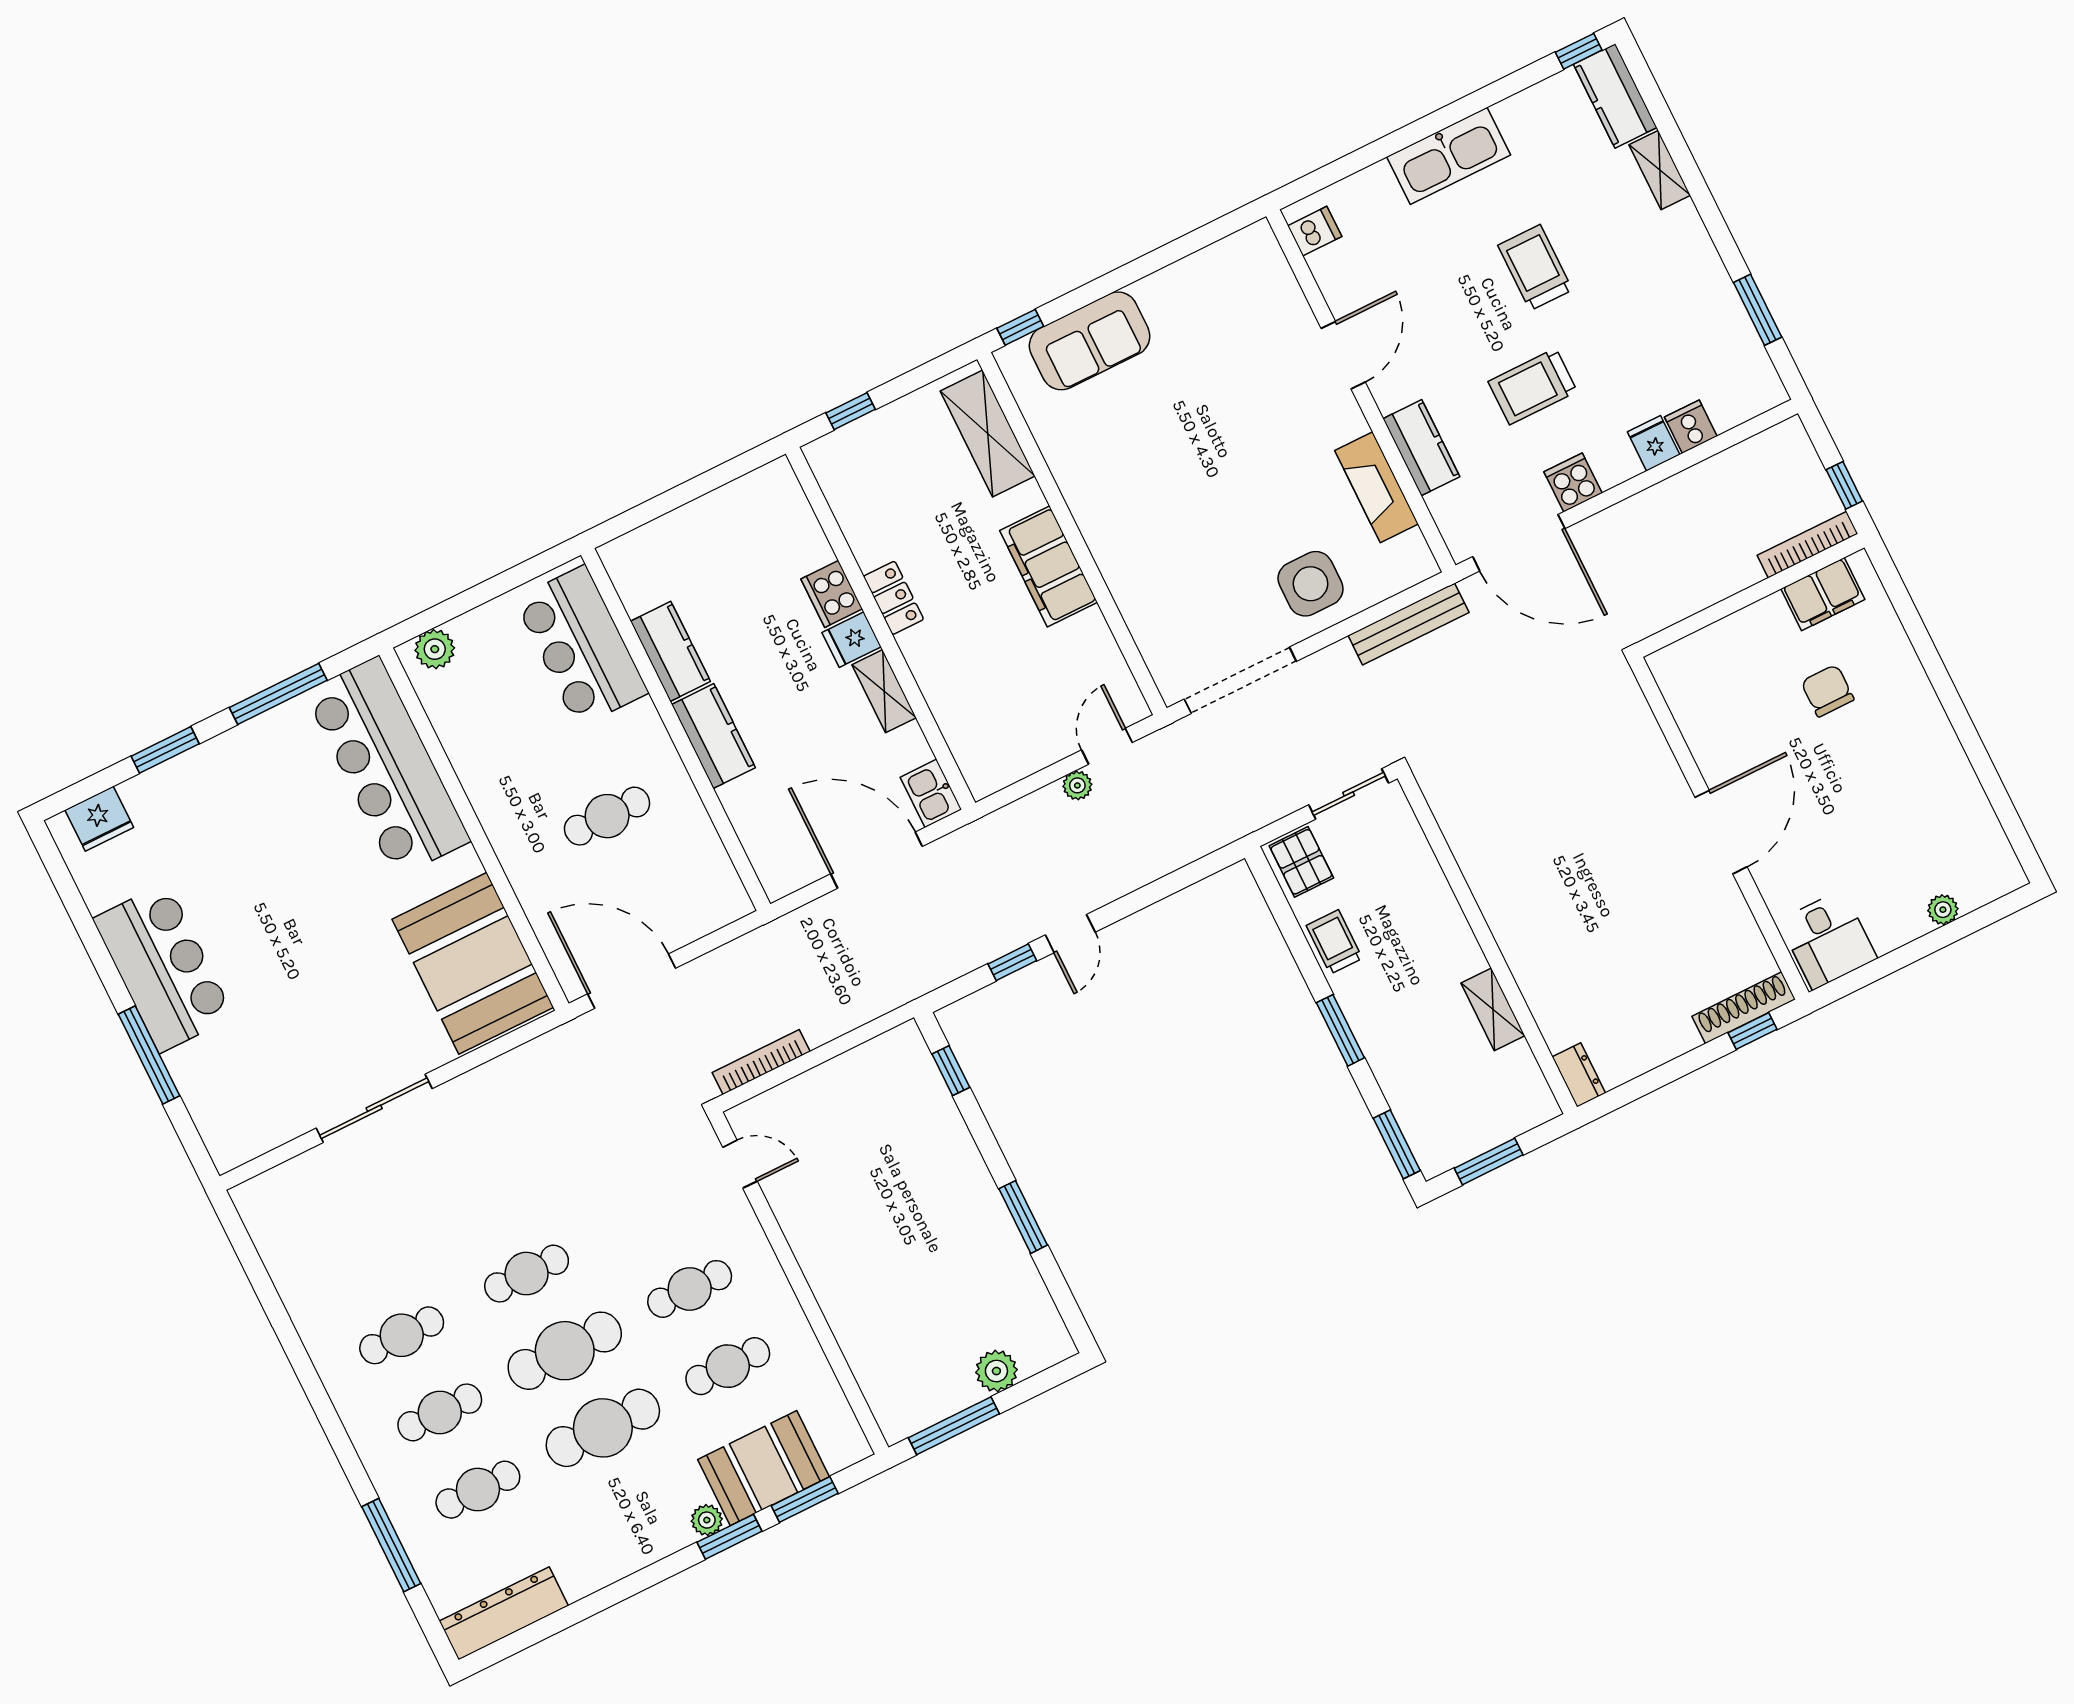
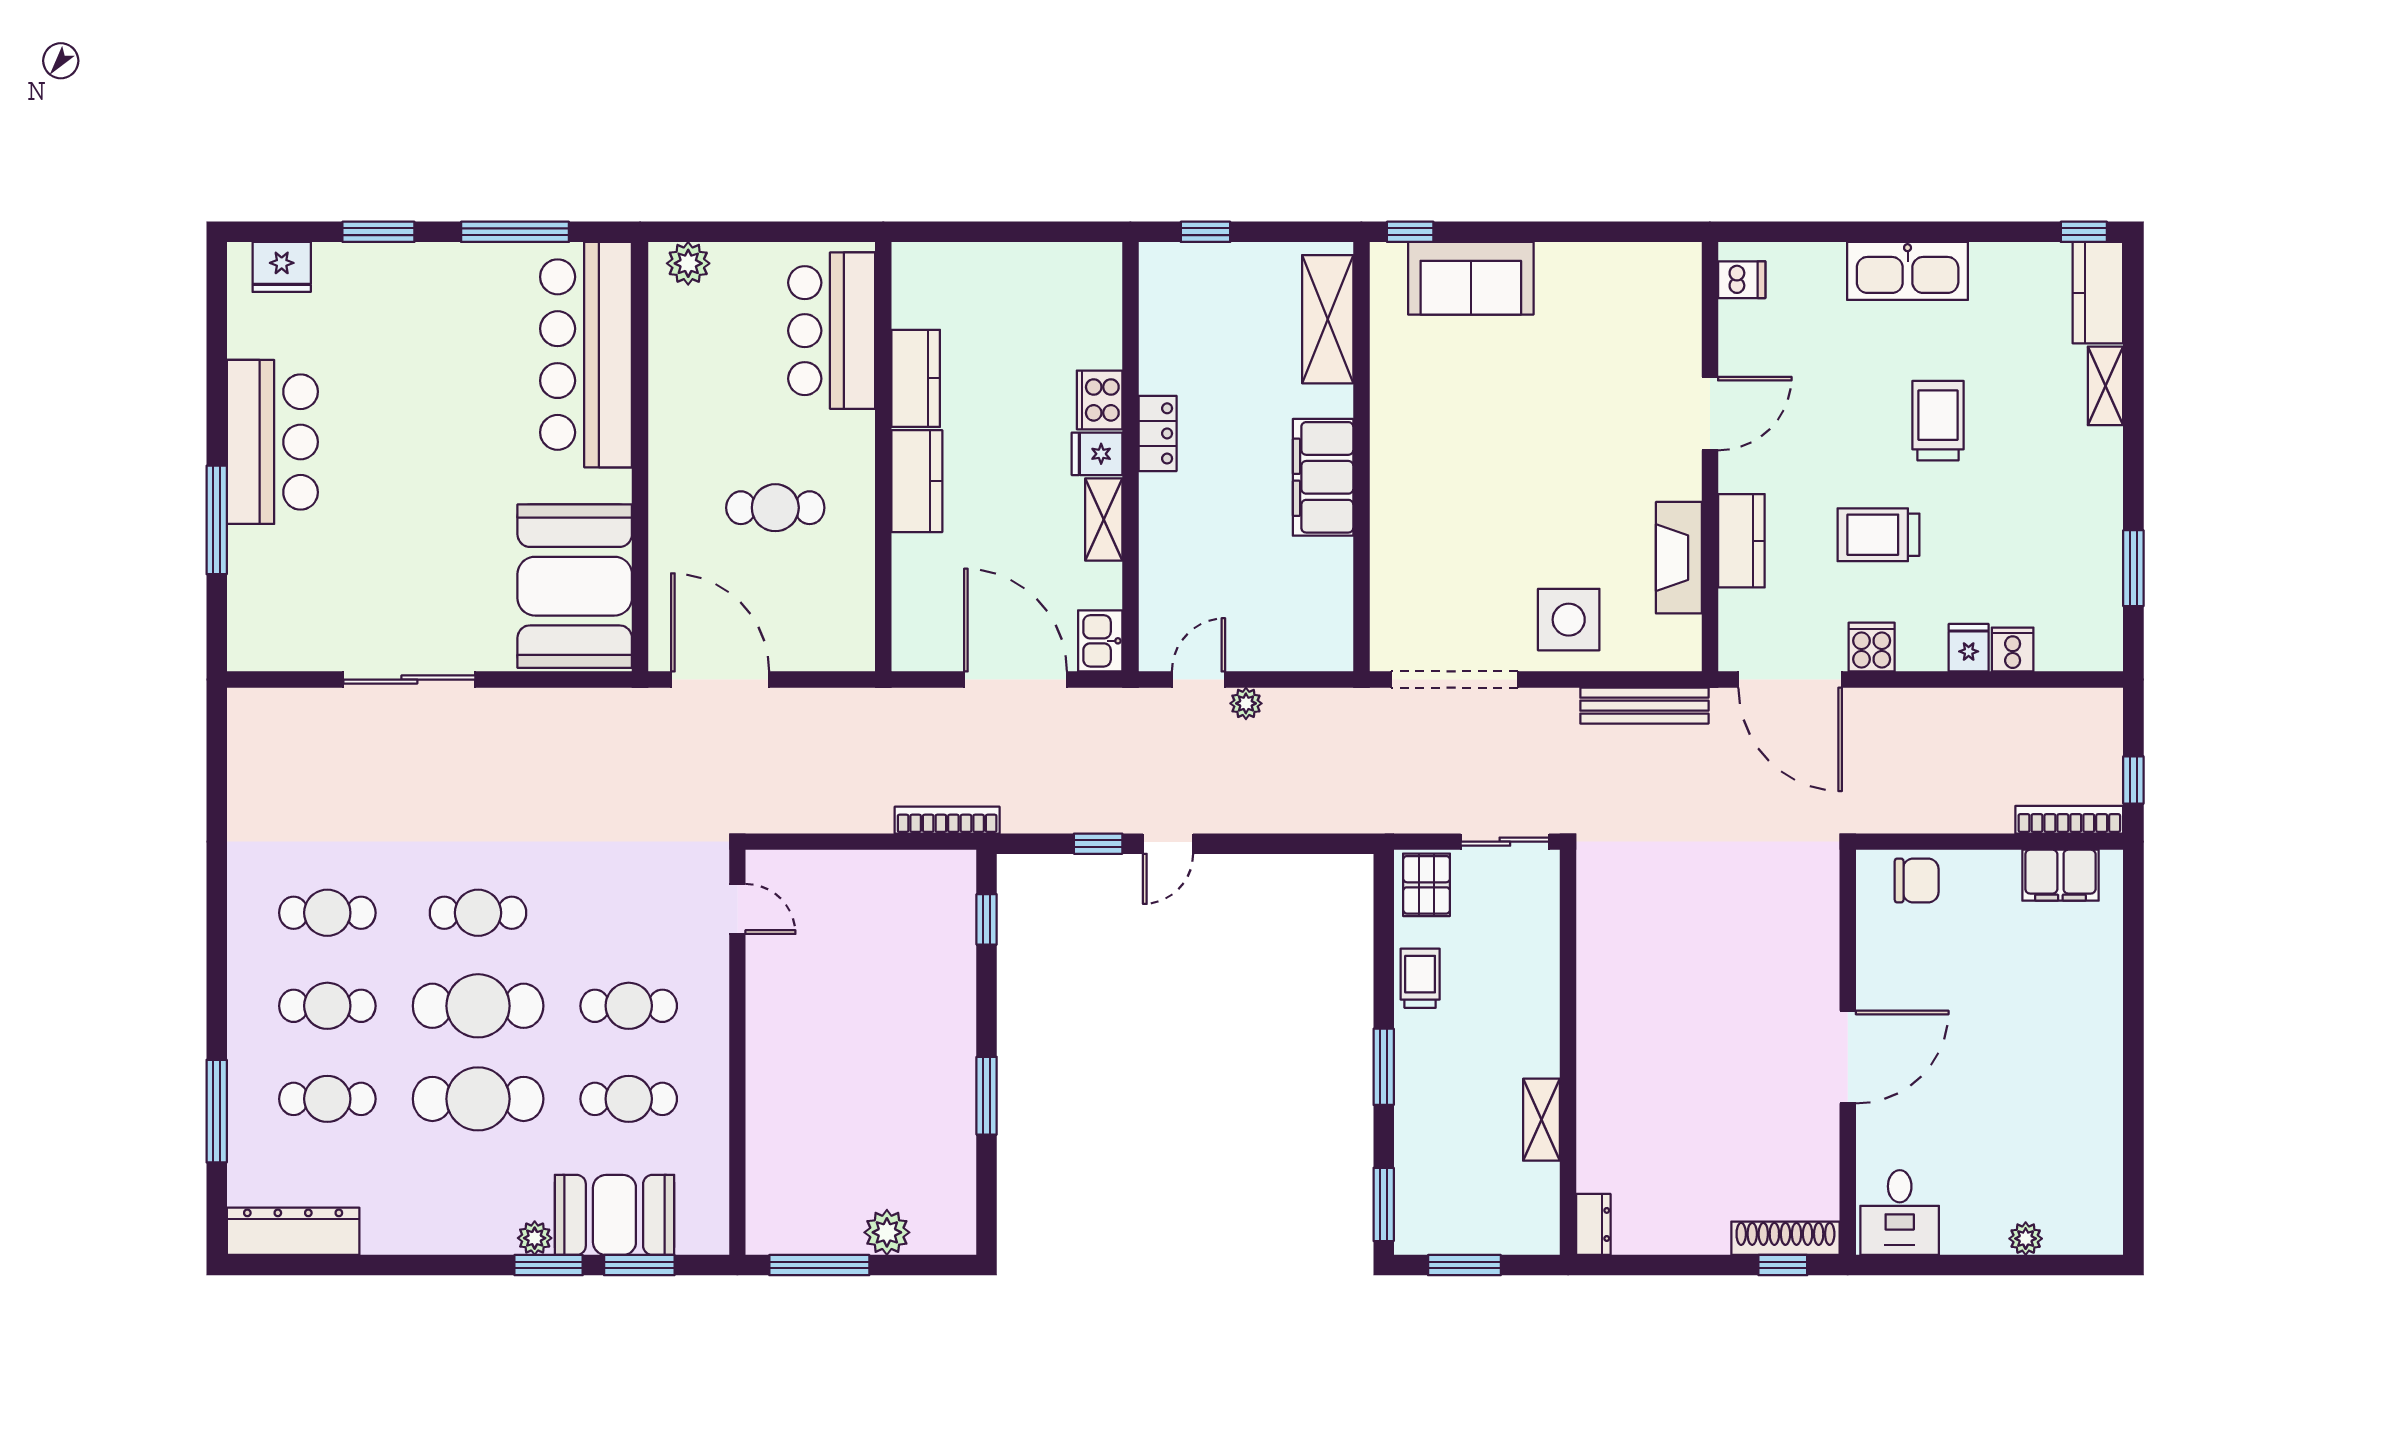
chair: (1827, 691) -> (1917, 881), moved, turned 90
door: (1107, 746) -> (1199, 680), moved
bookcase: (761, 1062) -> (947, 820), moved

